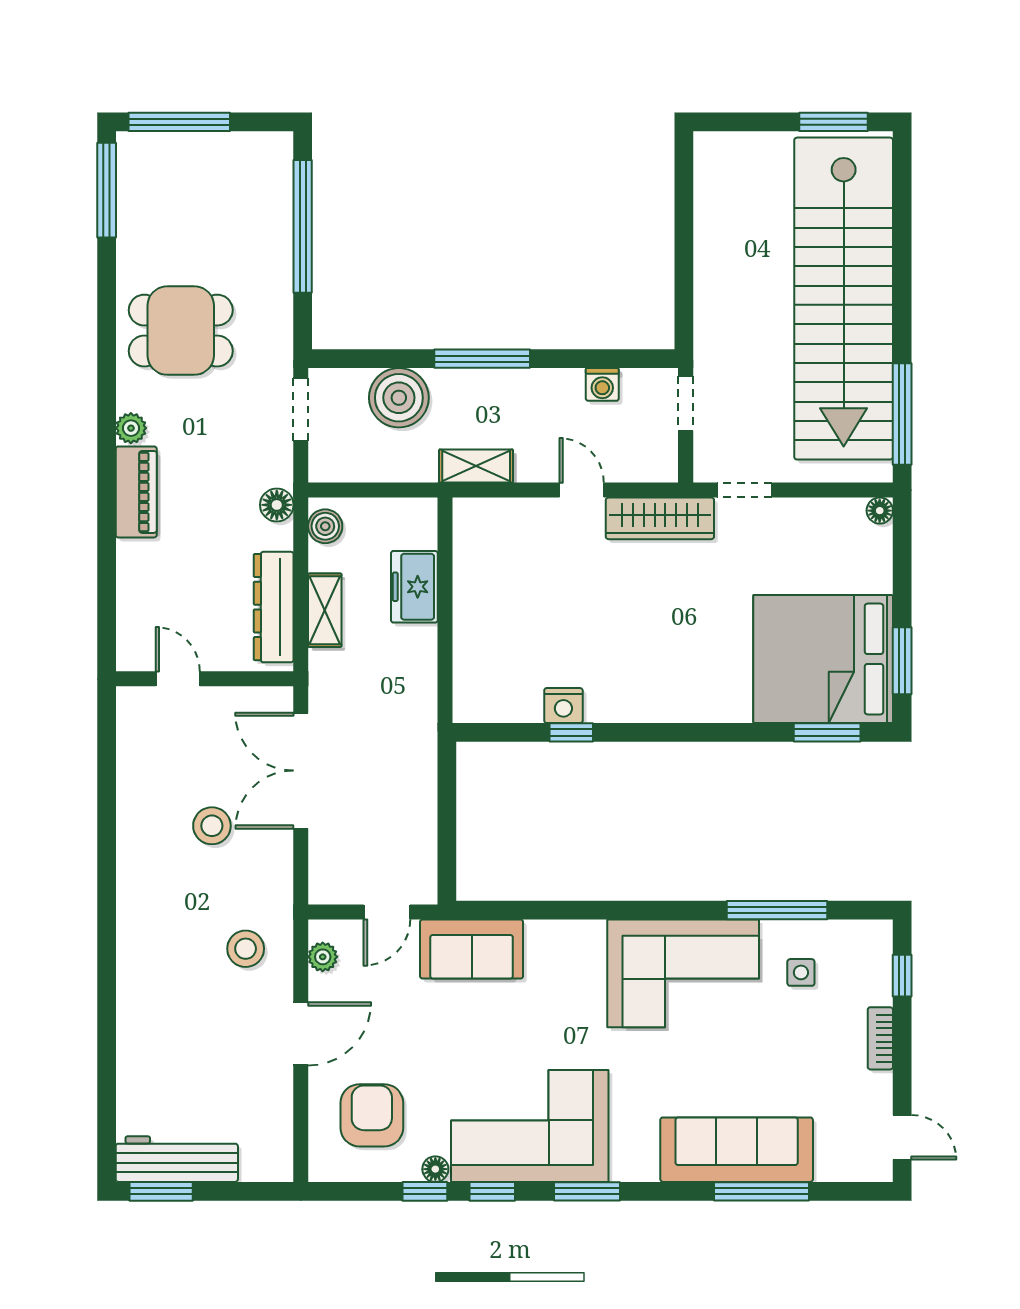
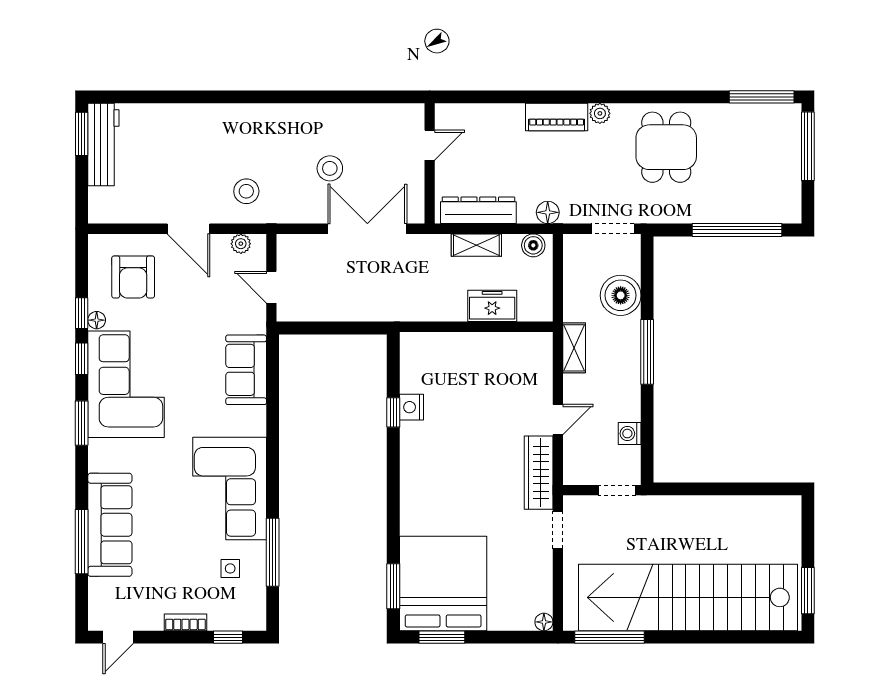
sofa: (472, 949) -> (246, 370), moved
armchair: (372, 1115) -> (133, 277), turned 90

